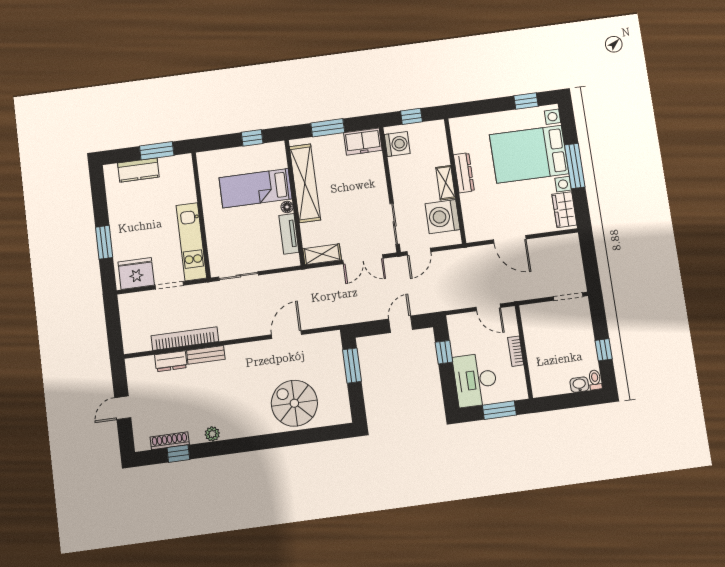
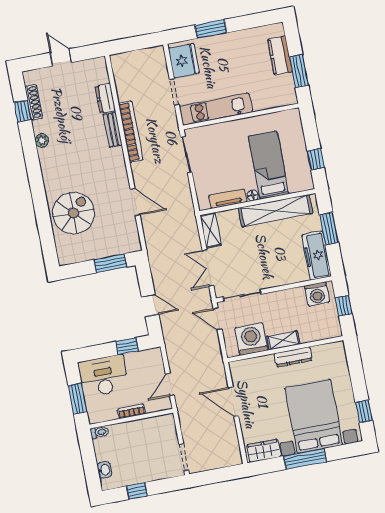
freezer: (363, 142) -> (316, 256), width x1.40
door: (510, 239) -> (233, 402), hinge flipped
bookcase: (185, 339) -> (131, 132), moved
toilet: (595, 380) -> (100, 432), moved

